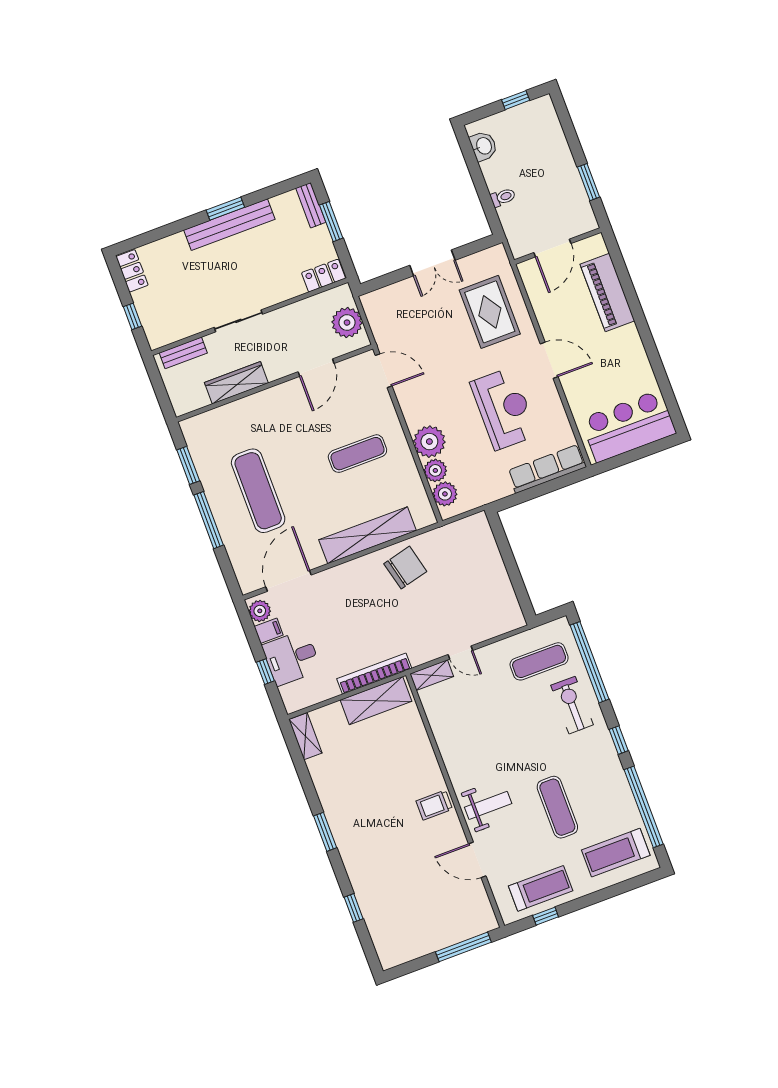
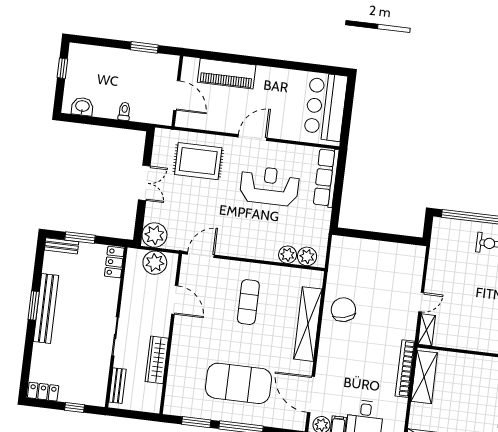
plant: (429, 442) -> (154, 235), moved
exercise mat: (258, 491) -> (239, 383), width x1.47
exercise mat: (539, 661) -> (455, 251), removed

